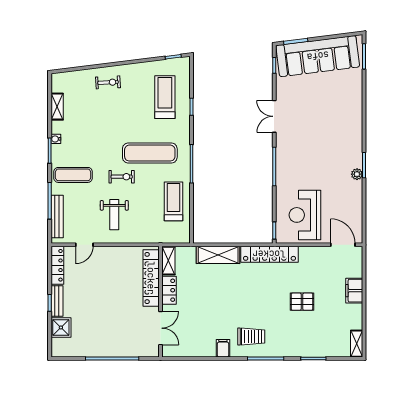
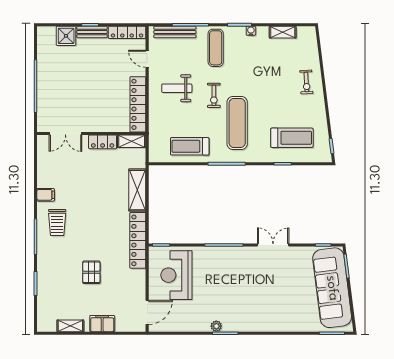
treadmill: (174, 201) -> (190, 146), turned 180
reception desk: (305, 215) -> (176, 275), turned -90
locker: (151, 278) -> (138, 104), moved, turned -90
shelving: (357, 344) -> (70, 326), moved

